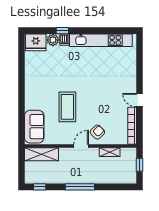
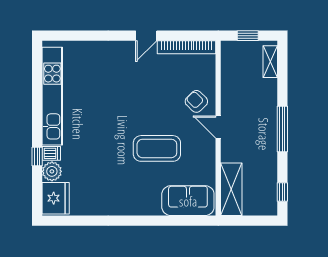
shelving: (110, 152) -> (270, 62), moved

